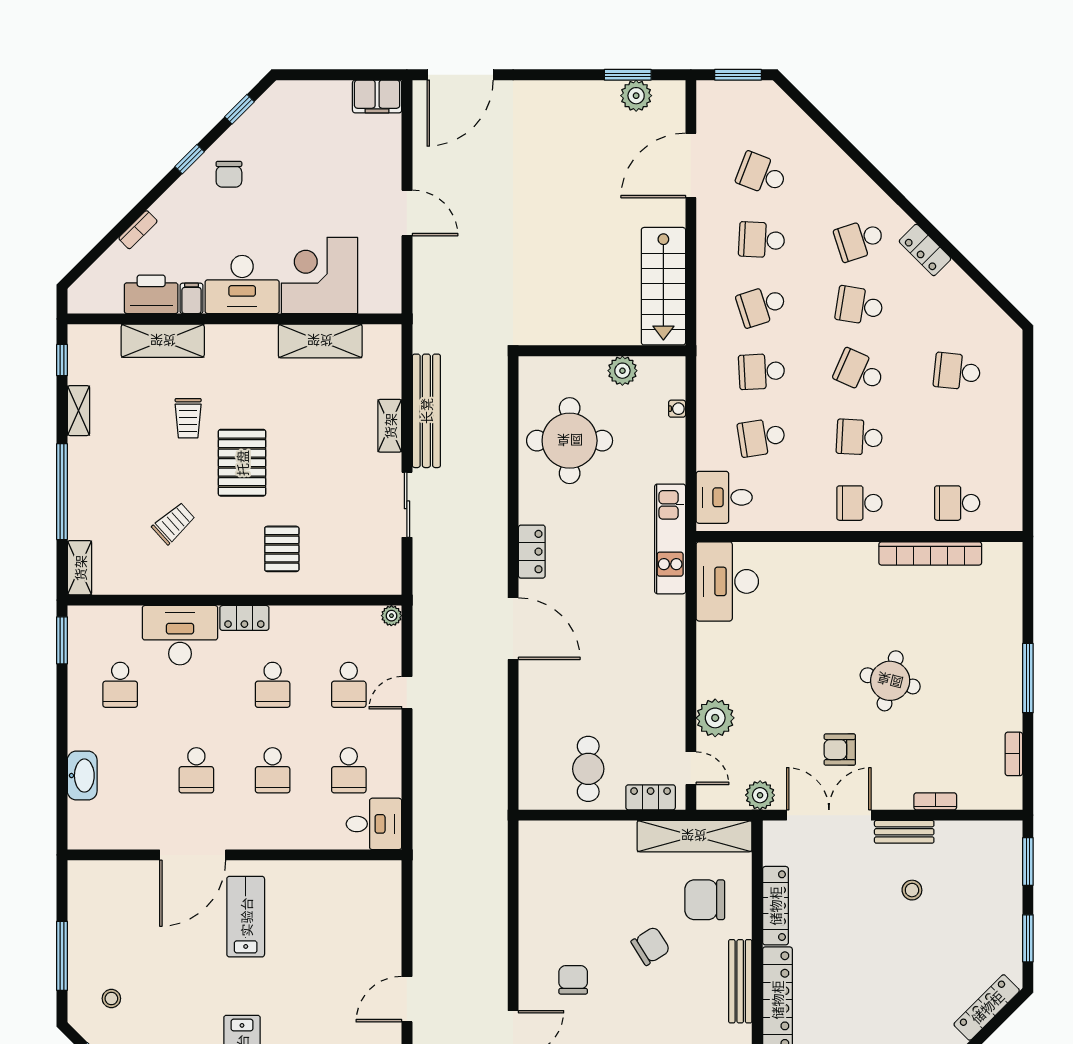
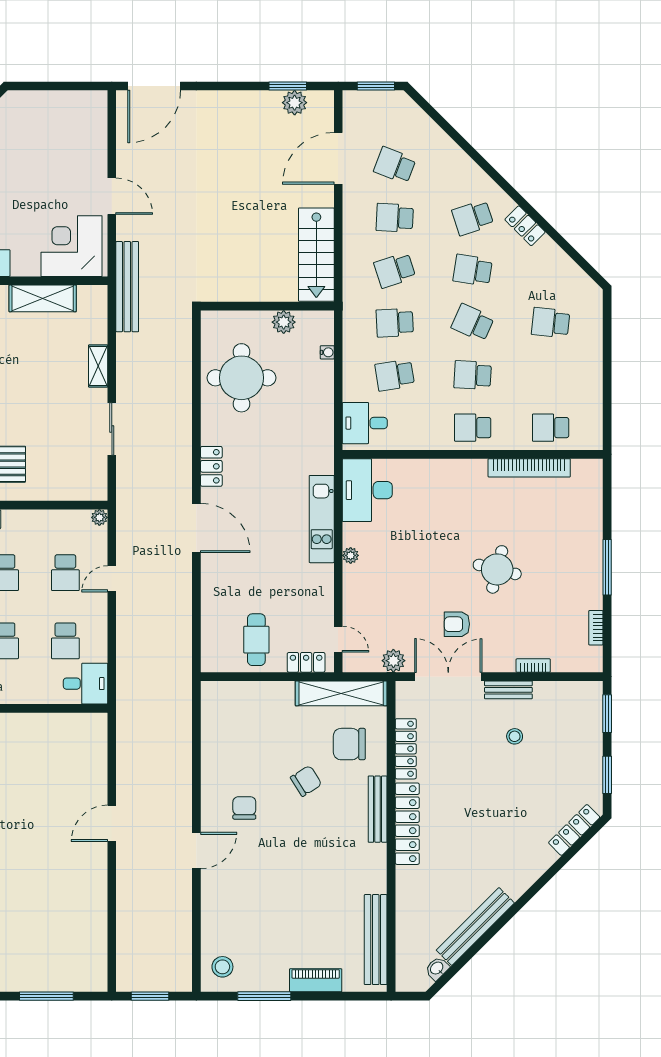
filing cabinet: (377, 96) -> (88, 103), removed
corner desk: (319, 275) -> (72, 246), moved
bench: (426, 411) -> (127, 287), moved
kitchen unit: (670, 539) -> (322, 519), moved
plant: (715, 718) -> (351, 555), moved, width x0.53, depth x0.53

